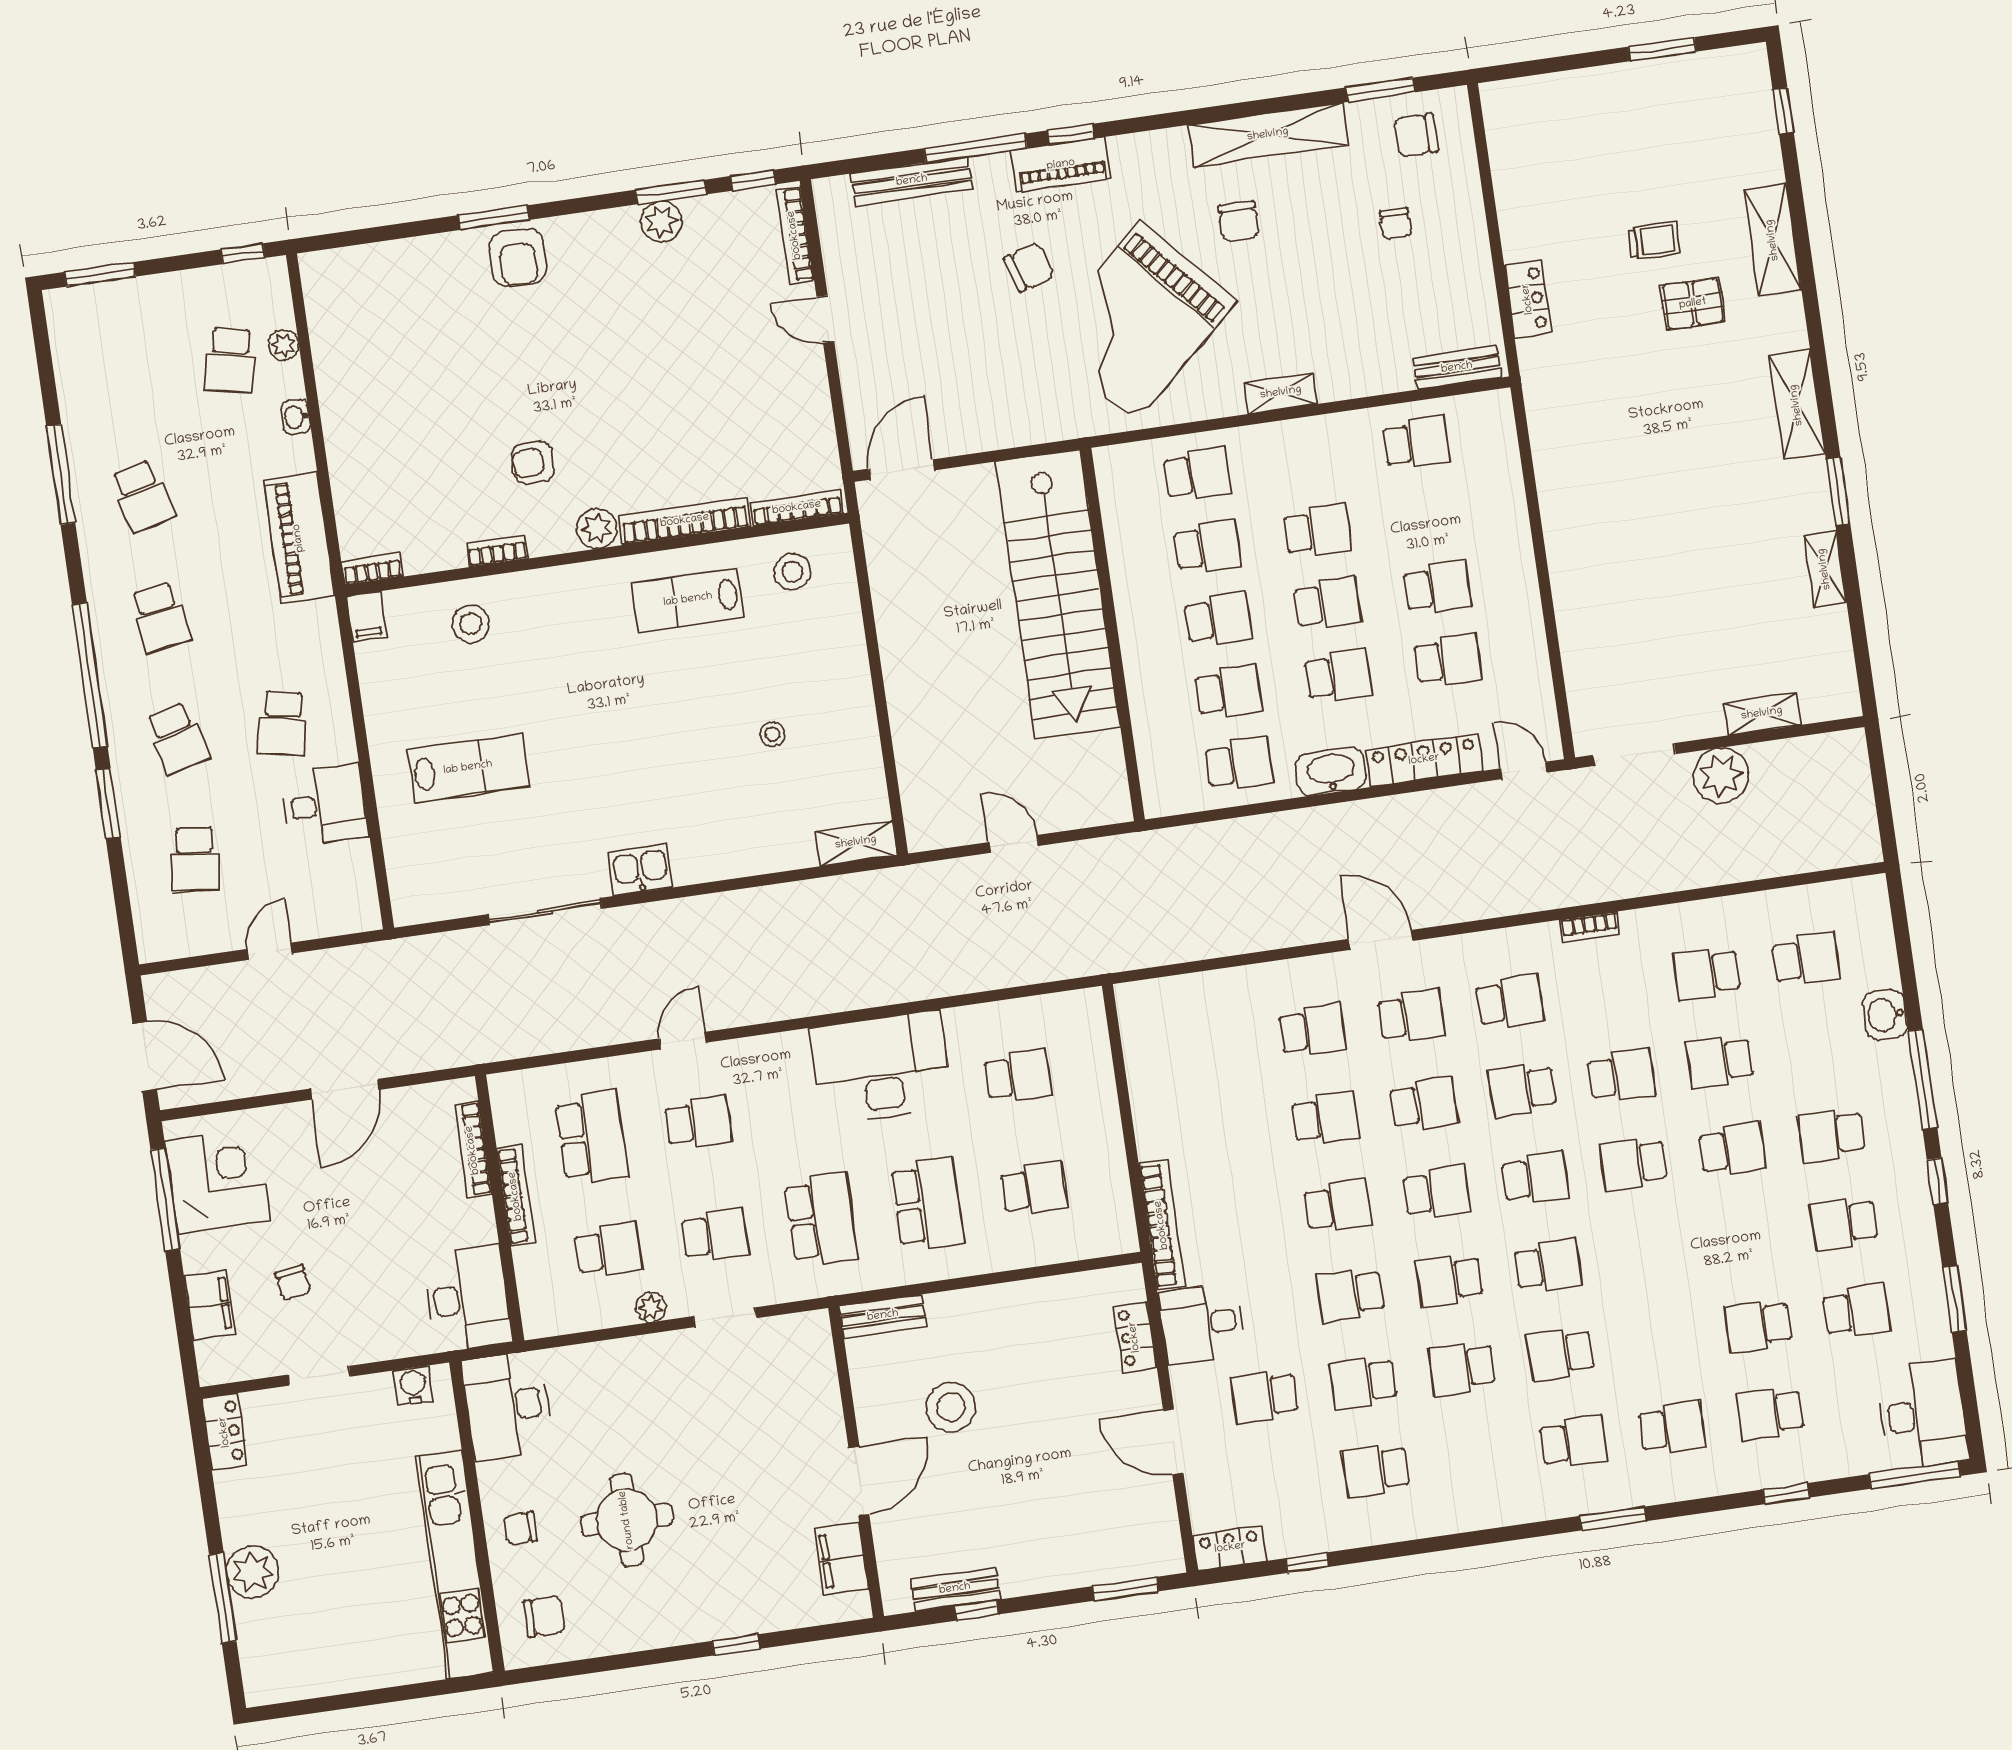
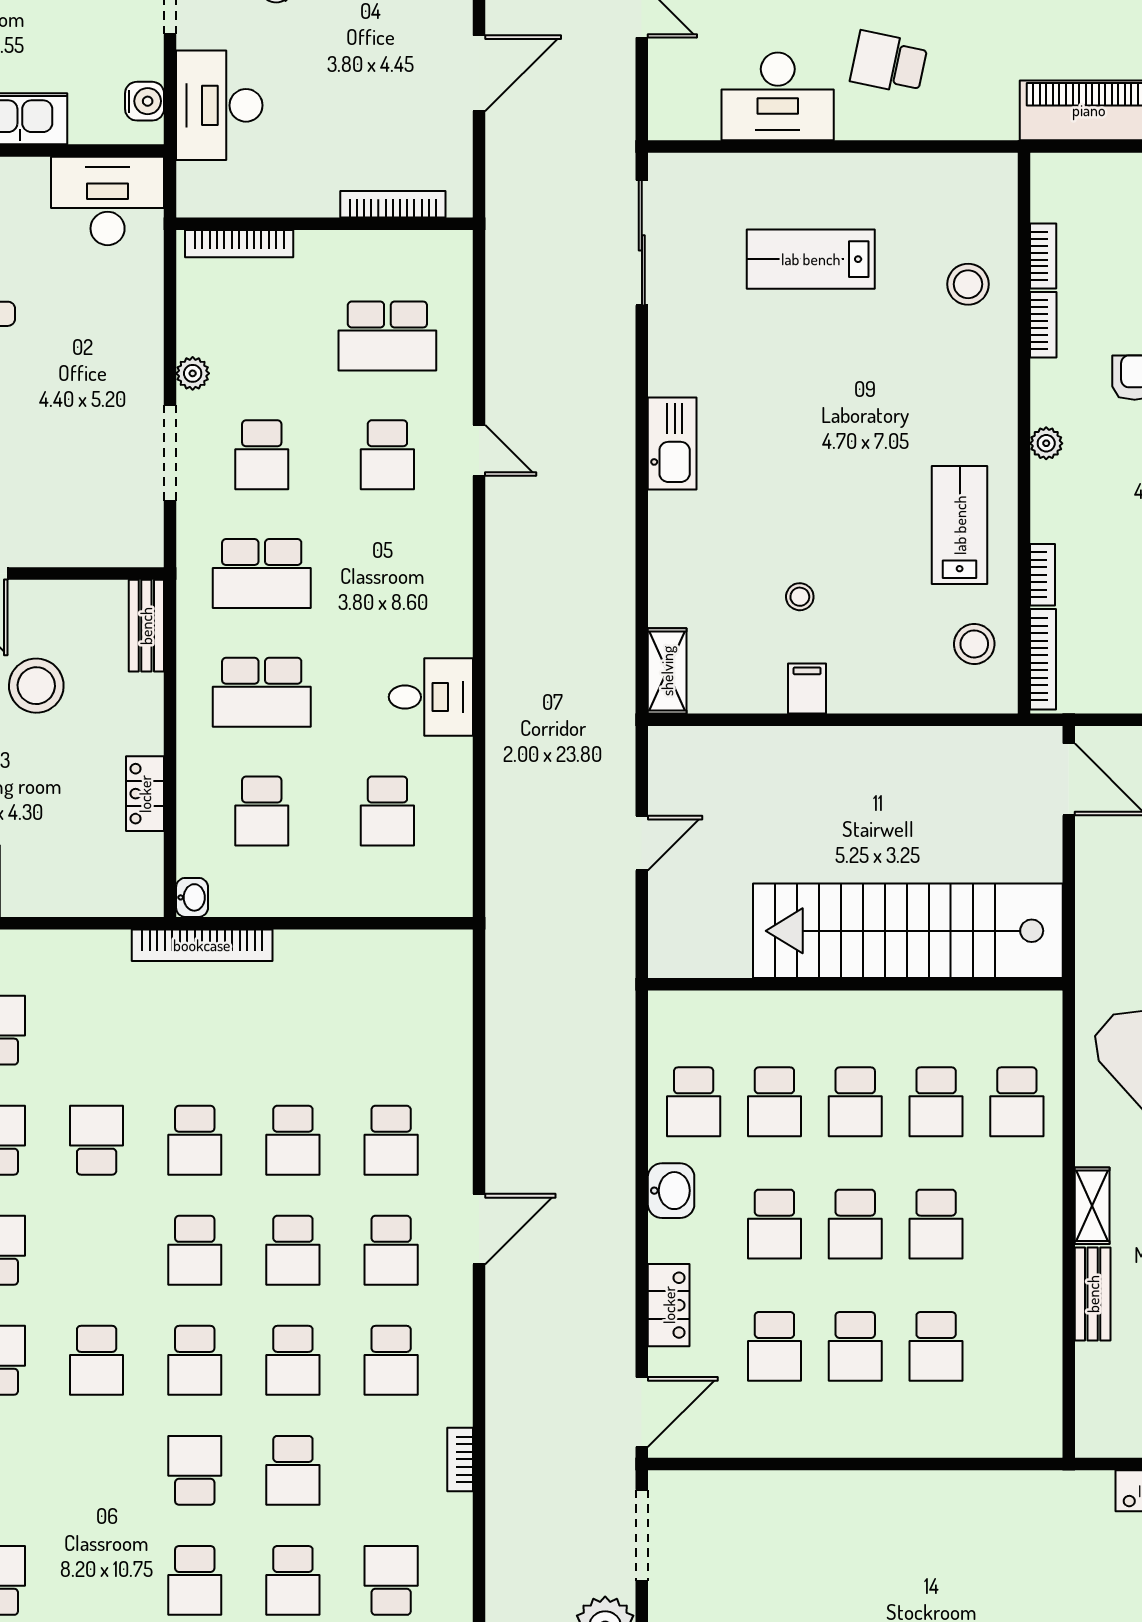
bench: (1457, 368) -> (1093, 1294), moved
school desk: (1416, 443) -> (936, 1346), moved
bookcase: (685, 521) -> (1042, 575), width x0.43, depth x0.76
plant: (597, 528) -> (1046, 443), width x0.73, depth x0.73
bookcase: (372, 569) -> (1043, 256), moved
filing cabinet: (366, 616) -> (807, 689), moved, turned 90
locker: (1424, 760) -> (669, 1305), width x0.66
lab bench: (468, 768) -> (811, 259), turned 90
door: (1524, 770) -> (642, 1412), width x1.38
washbasin: (1331, 771) -> (671, 1191), width x0.72
desk: (325, 805) -> (778, 96), width x1.37
kitchen sink: (640, 870) -> (672, 443), width x1.38
sliding door: (545, 912) -> (642, 243), moved
school desk: (1720, 1061) -> (293, 1580), turned 180
desk: (881, 1067) -> (431, 697), width x0.53, depth x0.77
door: (345, 1089) -> (479, 73), swing flipped
school desk: (1522, 1090) -> (293, 1360), turned 180
bookcase: (516, 1196) -> (239, 244), moved
washbasin: (1121, 1240) -> (192, 897), added
school desk: (608, 1250) -> (262, 336), removed
school desk: (1449, 1280) -> (97, 1250), removed
desk: (468, 1299) -> (219, 105), moved, turned 90
doorway: (725, 1317) -> (170, 453), width x1.38
desk: (1202, 1324) -> (88, 973), removed
locker: (1135, 1337) -> (145, 794), moved, turned -90

